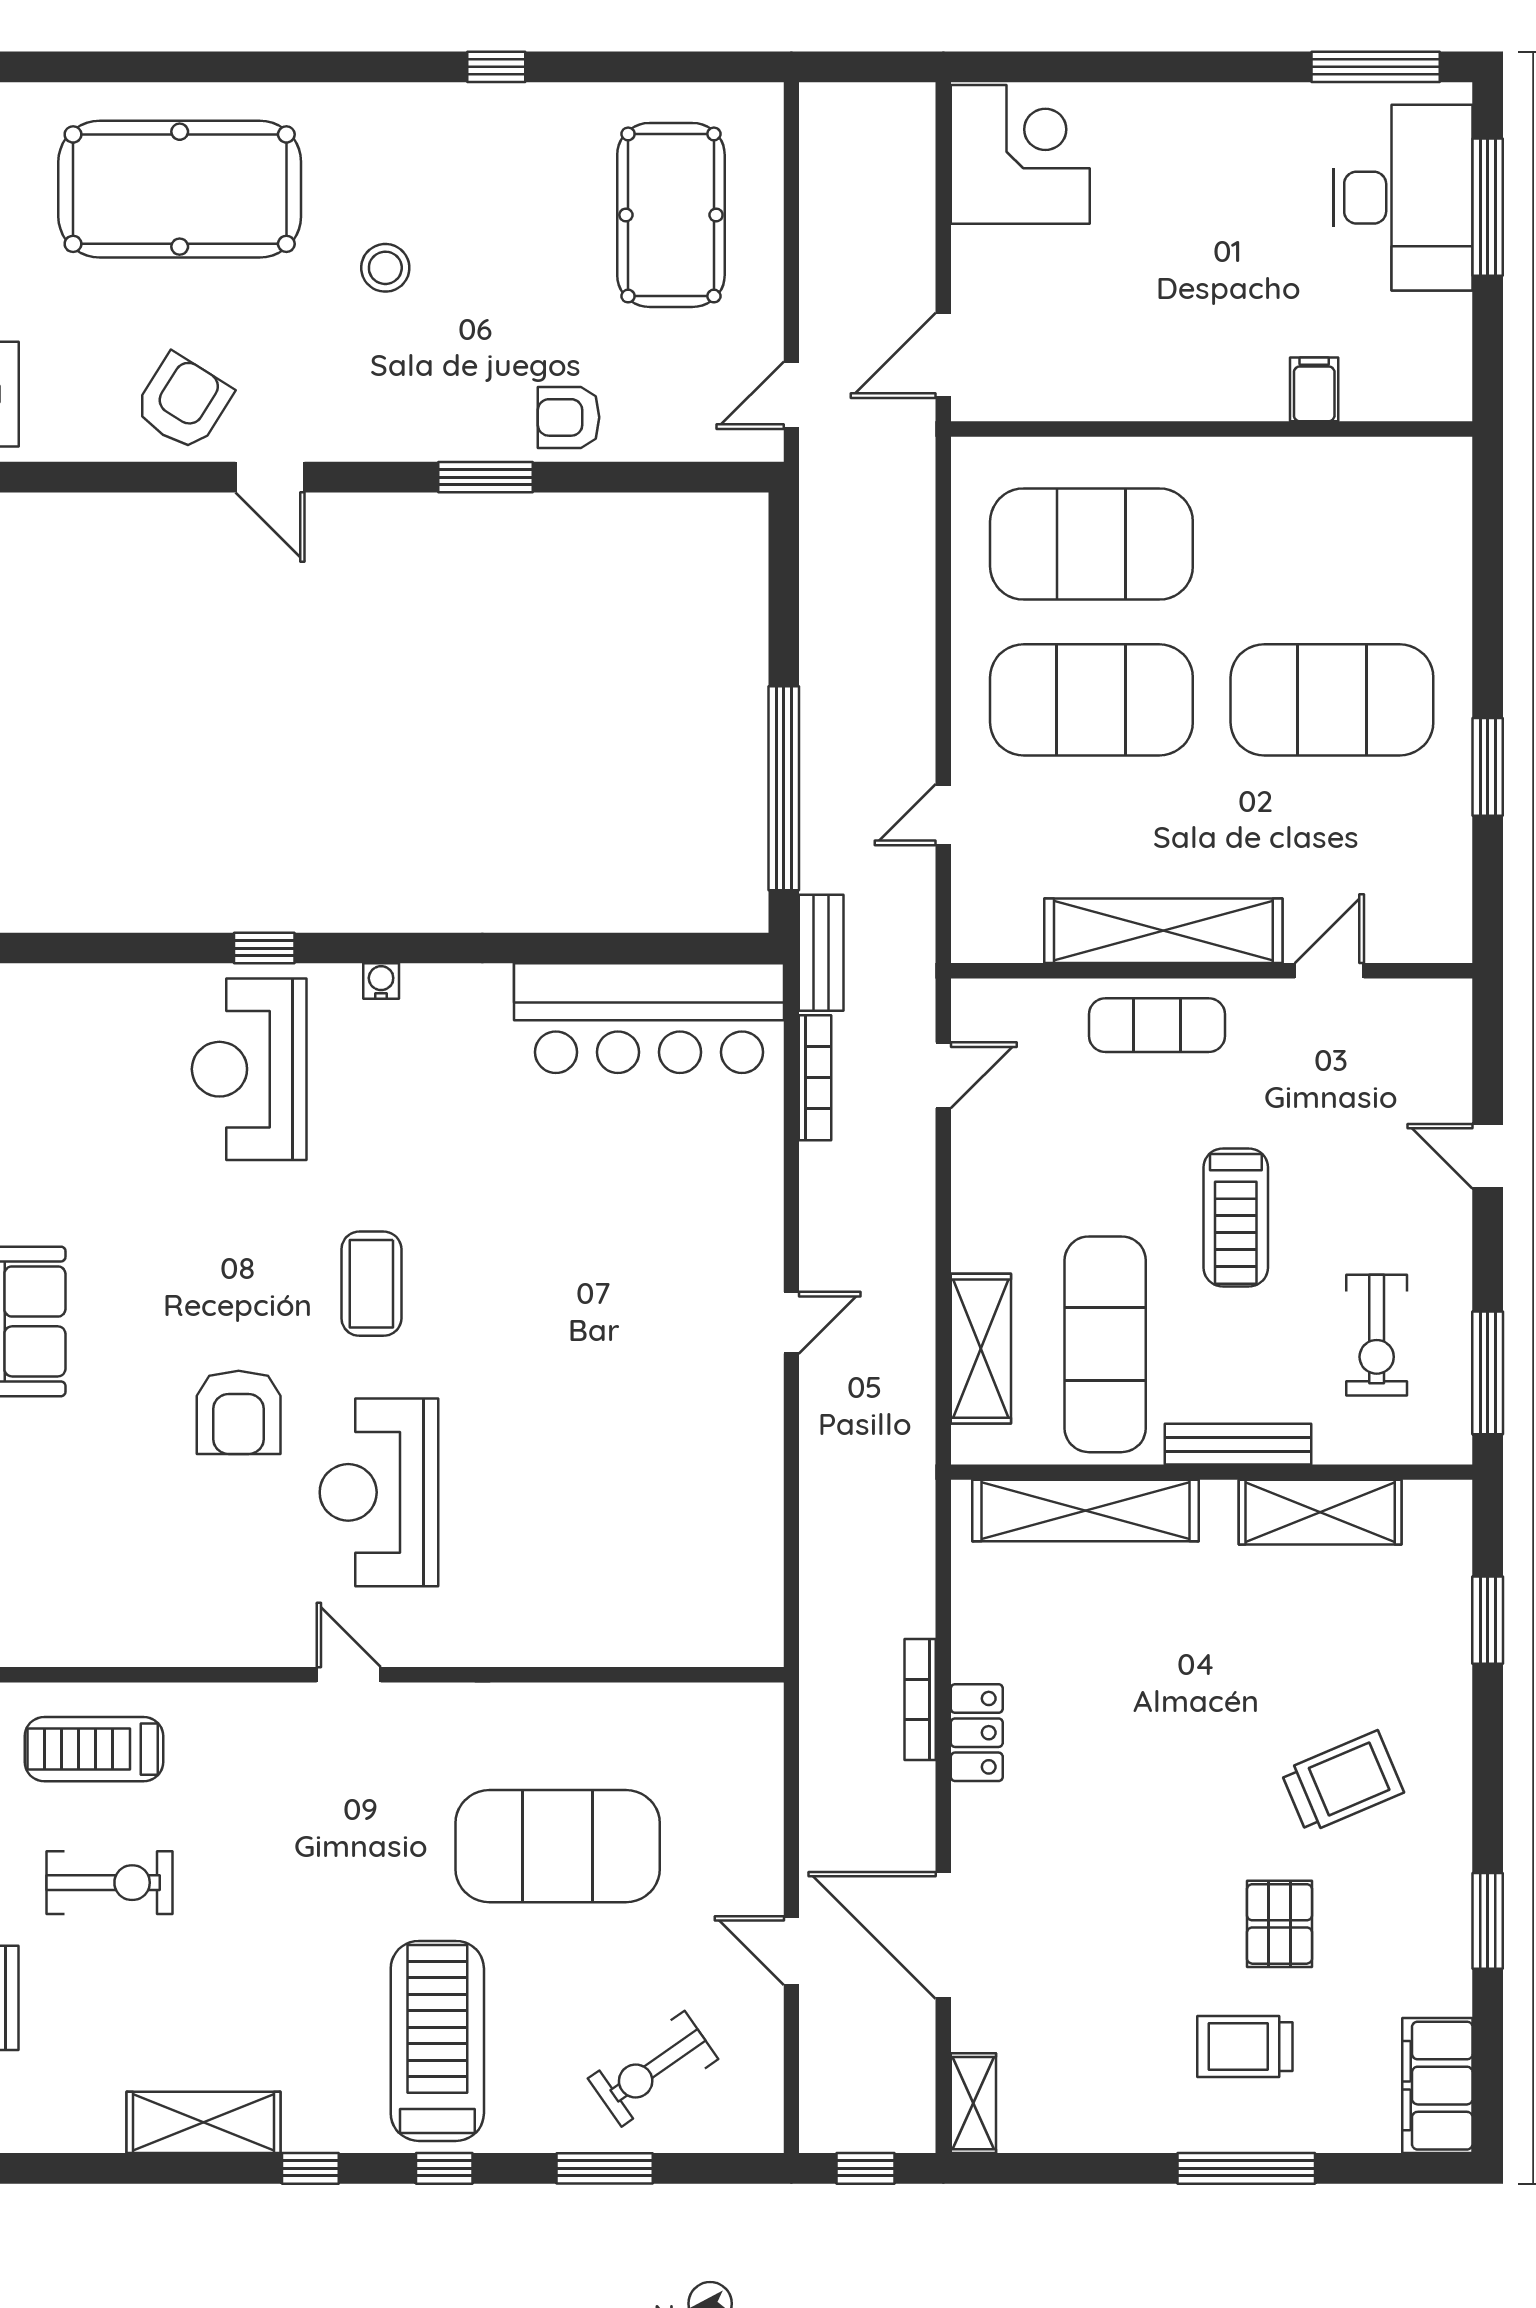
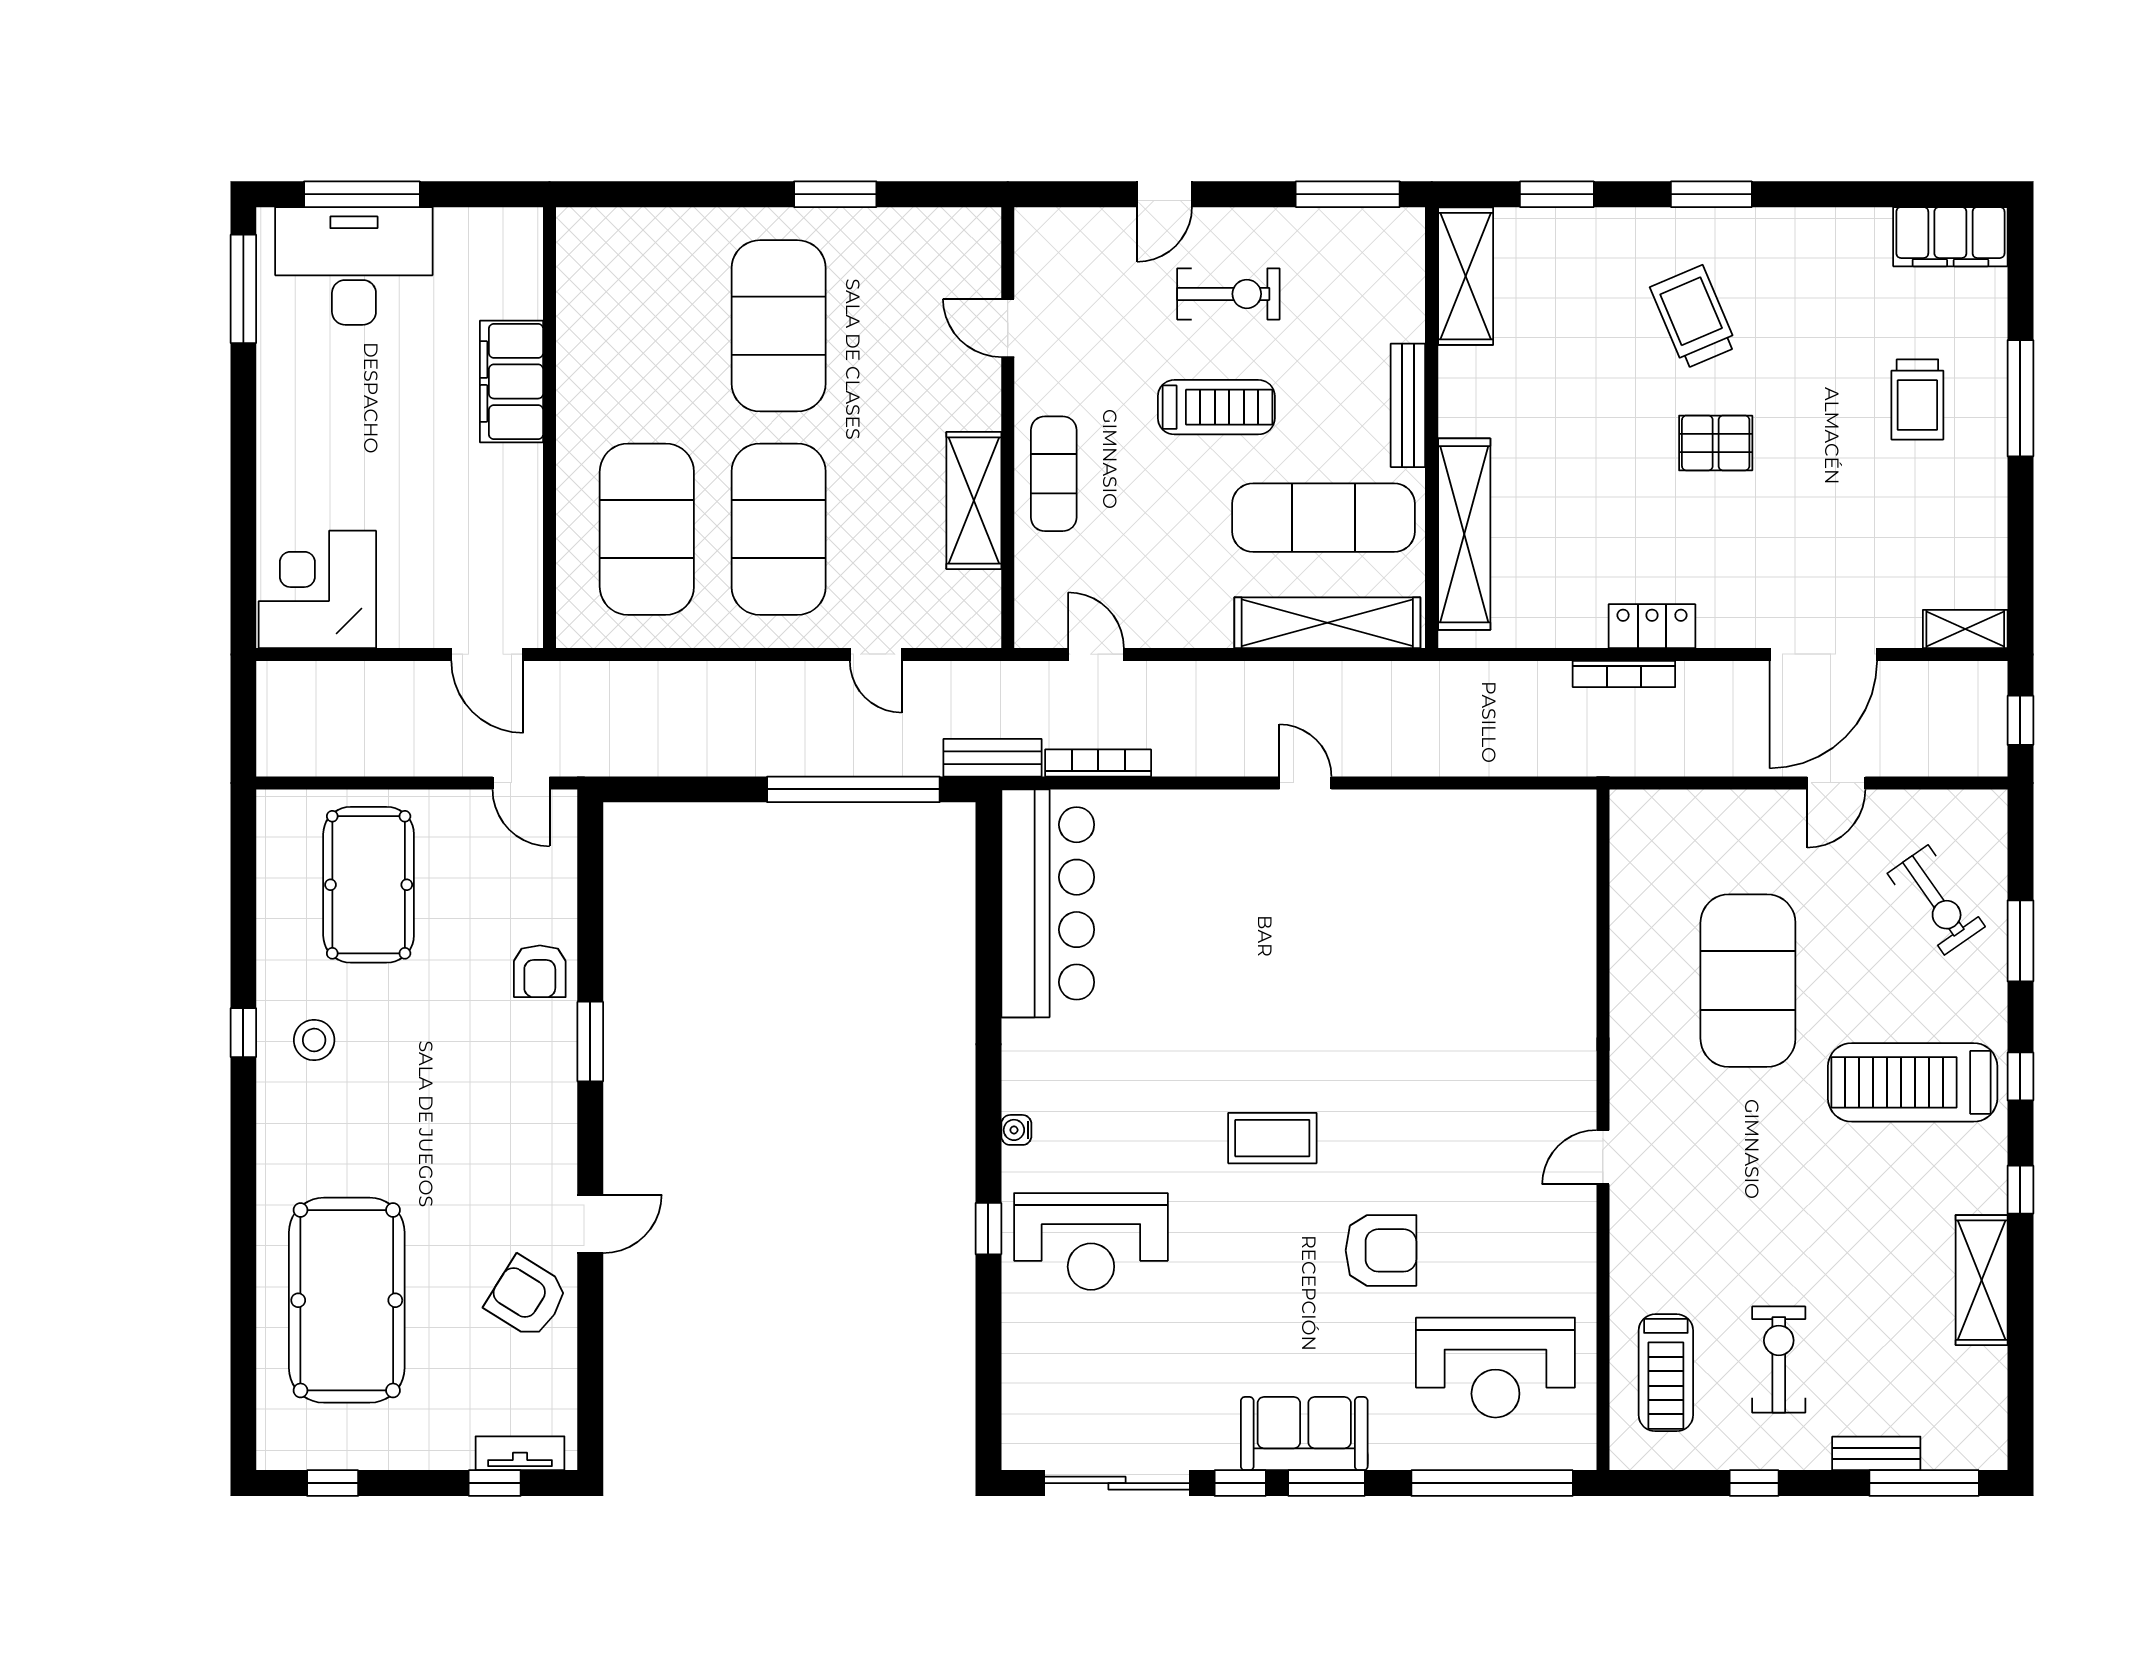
pool table: (671, 215) -> (369, 885), turned 90
stool: (385, 268) -> (314, 1040), moved
filing cabinet: (1314, 389) -> (512, 381), width x3.00, depth x1.17
shelving: (1163, 931) -> (974, 500), width x0.68
exercise bike: (1377, 1335) -> (1228, 294), moved
shelving: (981, 1349) -> (1327, 623), width x1.47
reception desk: (379, 1492) -> (1495, 1368), moved
shelving: (1320, 1512) -> (1466, 276), moved
window: (1488, 1921) -> (1711, 194), moved
pallet: (1280, 1924) -> (1716, 443), moved

